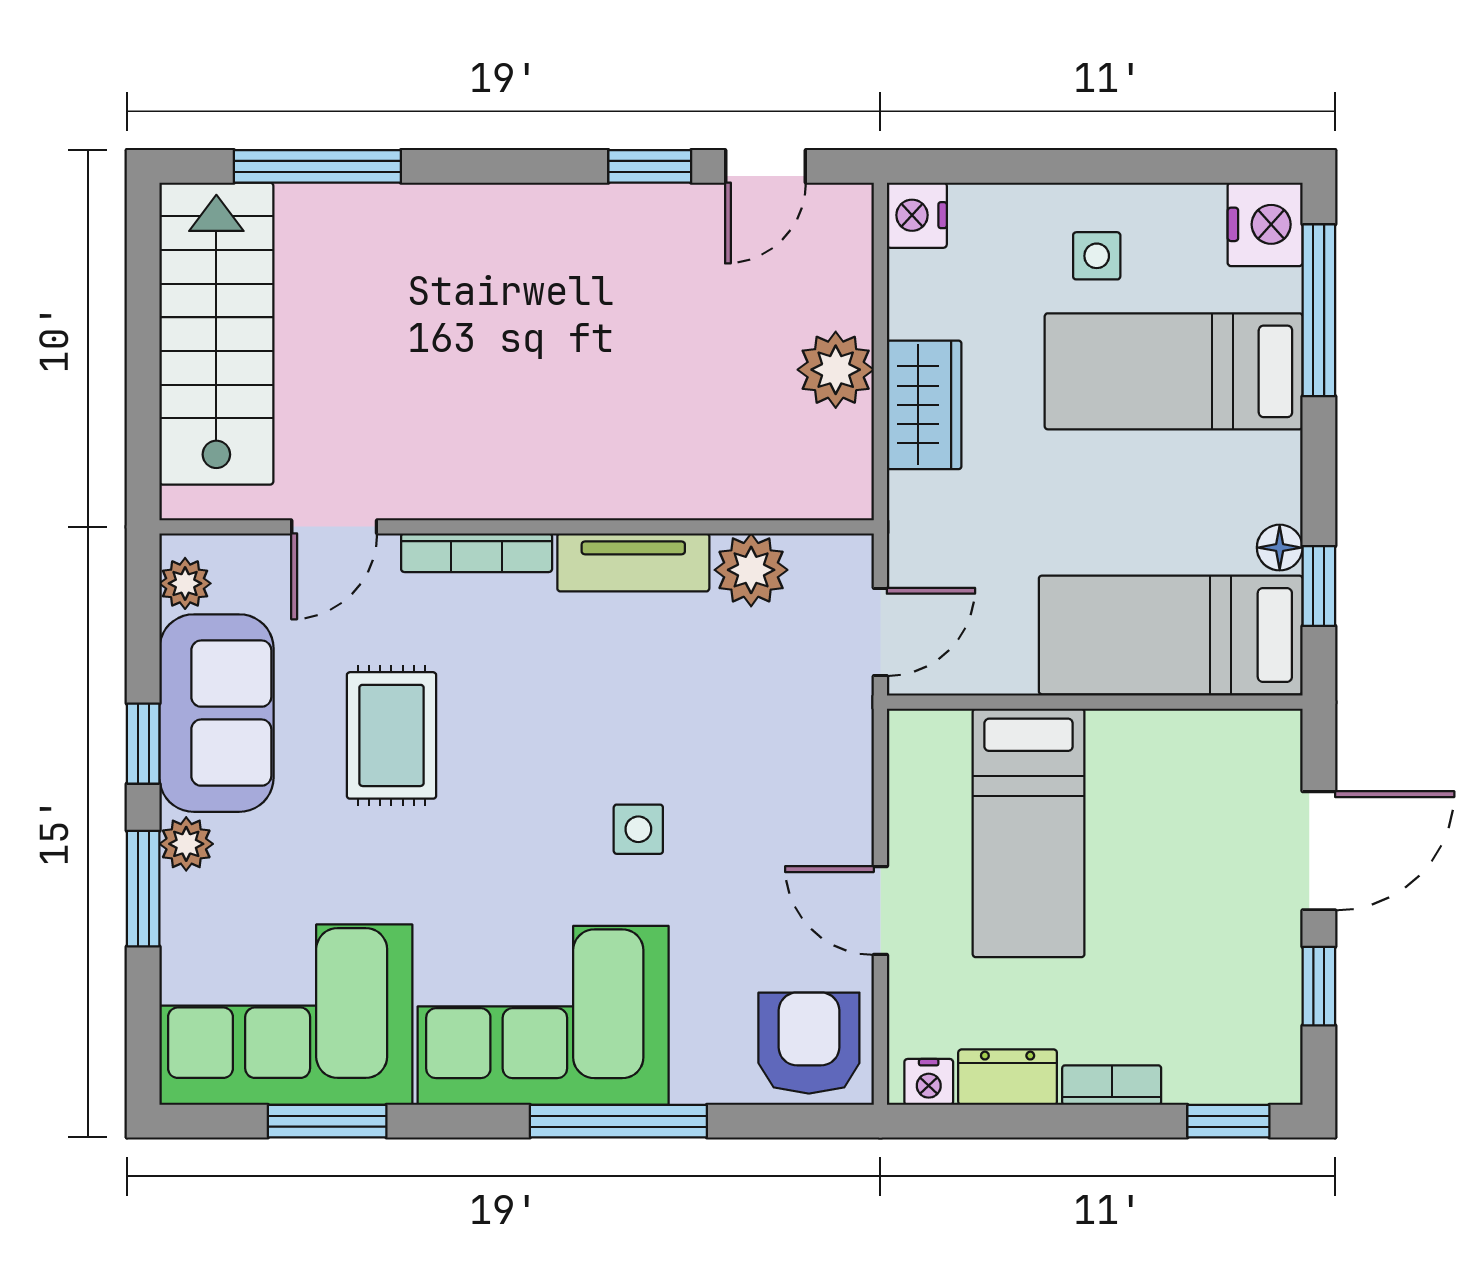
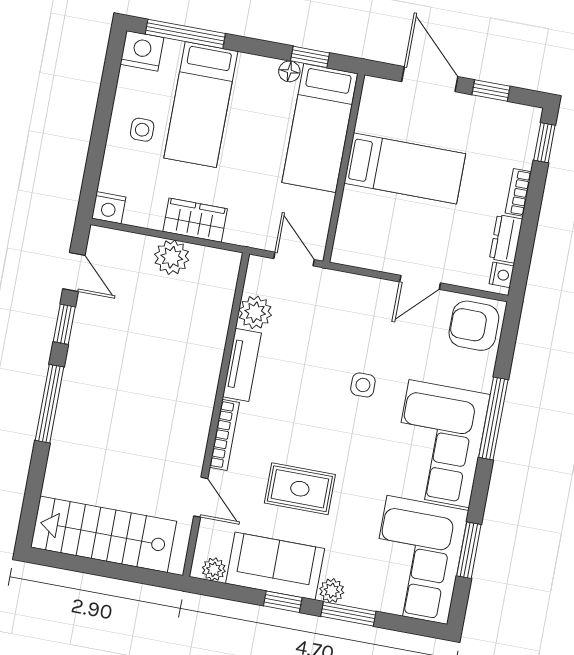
window: (317, 166) -> (50, 404), moved
bed: (1029, 833) -> (405, 168), moved

